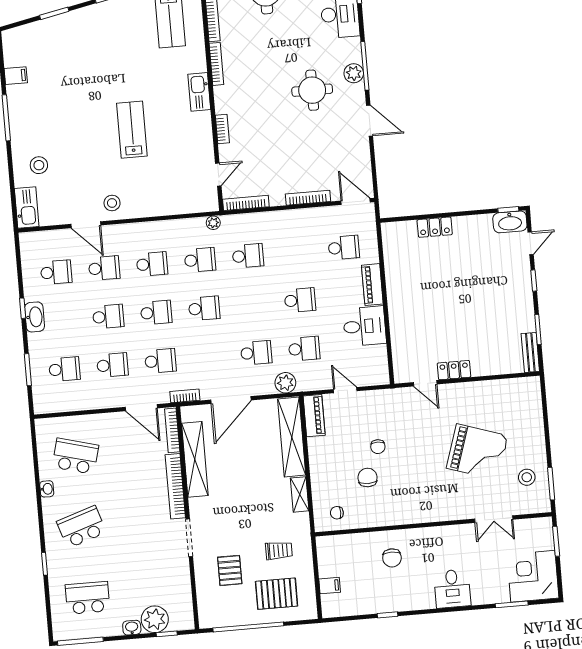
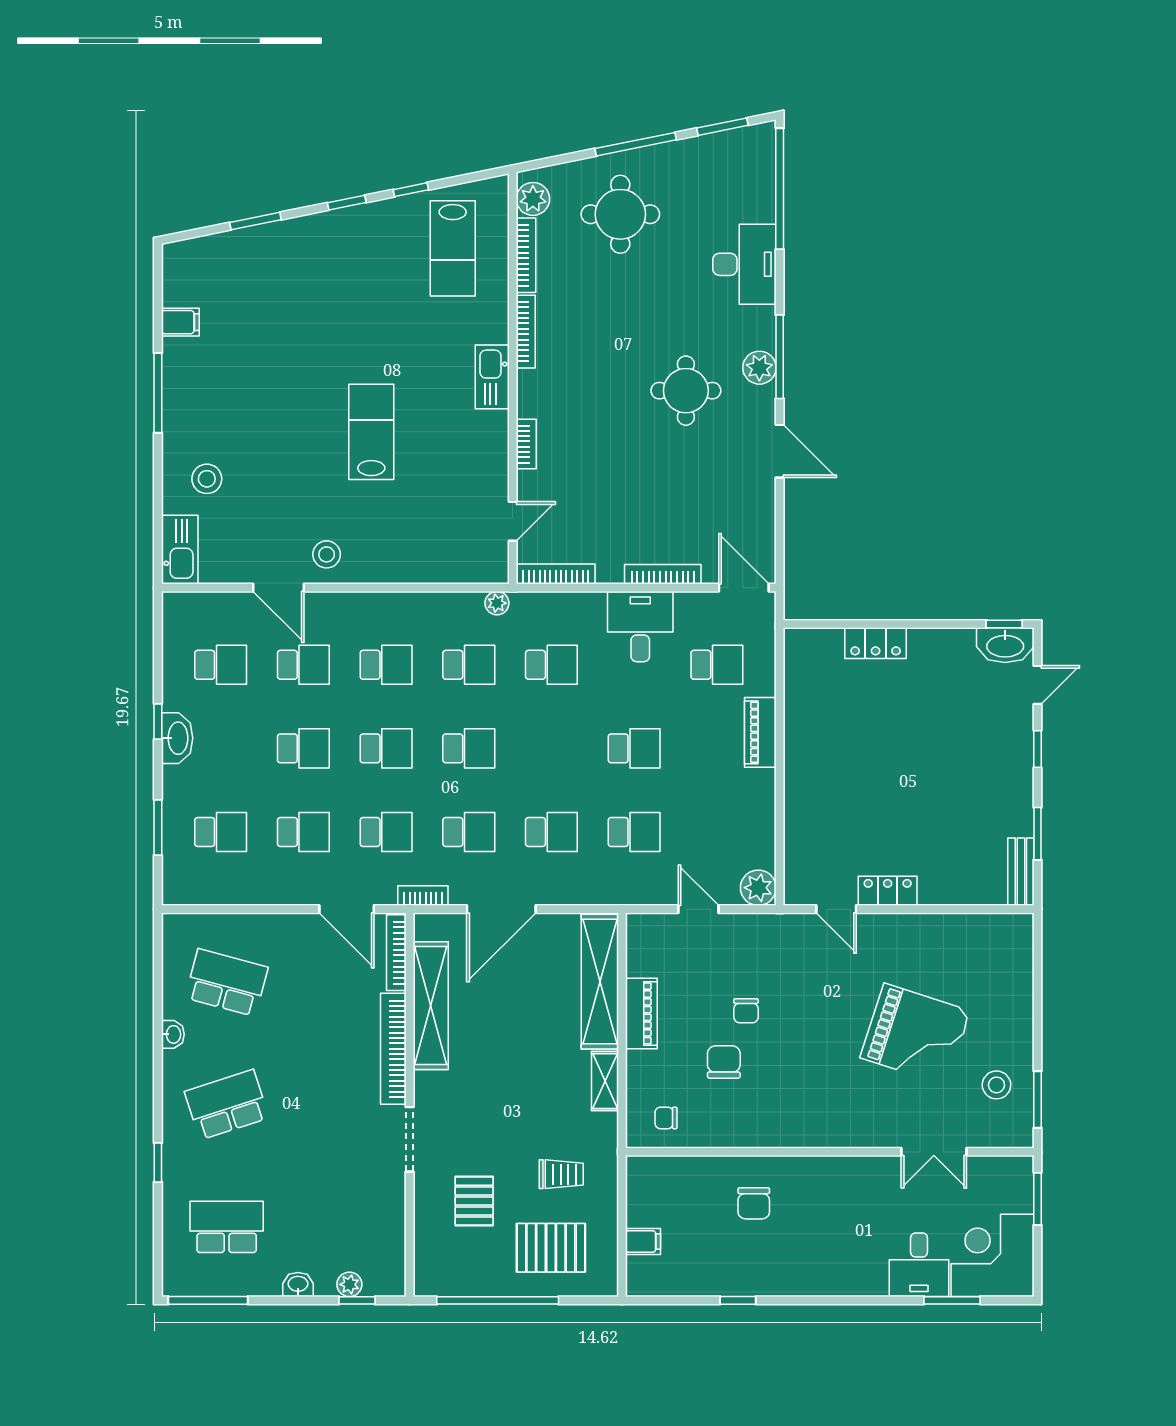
desk: (364, 326) -> (640, 627), moved, turned -90
school desk: (208, 357) -> (469, 832), added
plant: (285, 383) -> (758, 888), moved
piano: (314, 416) -> (641, 1013), moved
desk: (452, 589) -> (919, 1265), moved
plant: (155, 619) -> (349, 1284), width x0.53, depth x0.53

